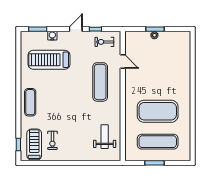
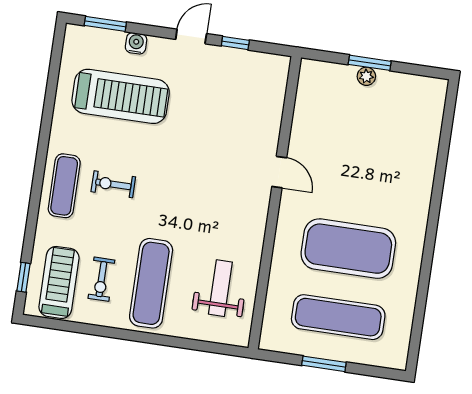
exercise bike: (104, 42) -> (113, 184), moved
treadmill: (49, 60) -> (121, 96), turned 180
door: (123, 62) -> (279, 172), moved
exercise mat: (100, 82) -> (151, 283), moved

